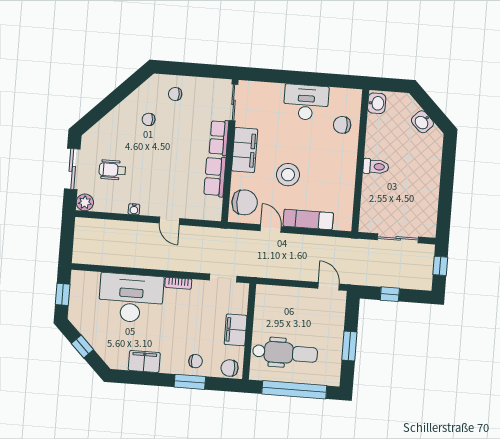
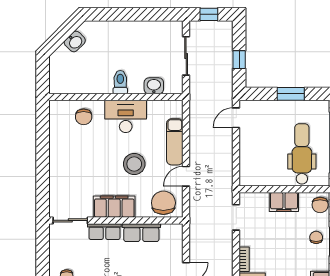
desk: (306, 102) -> (126, 116), moved, turned 90
washbasin: (377, 103) -> (154, 86), moved

